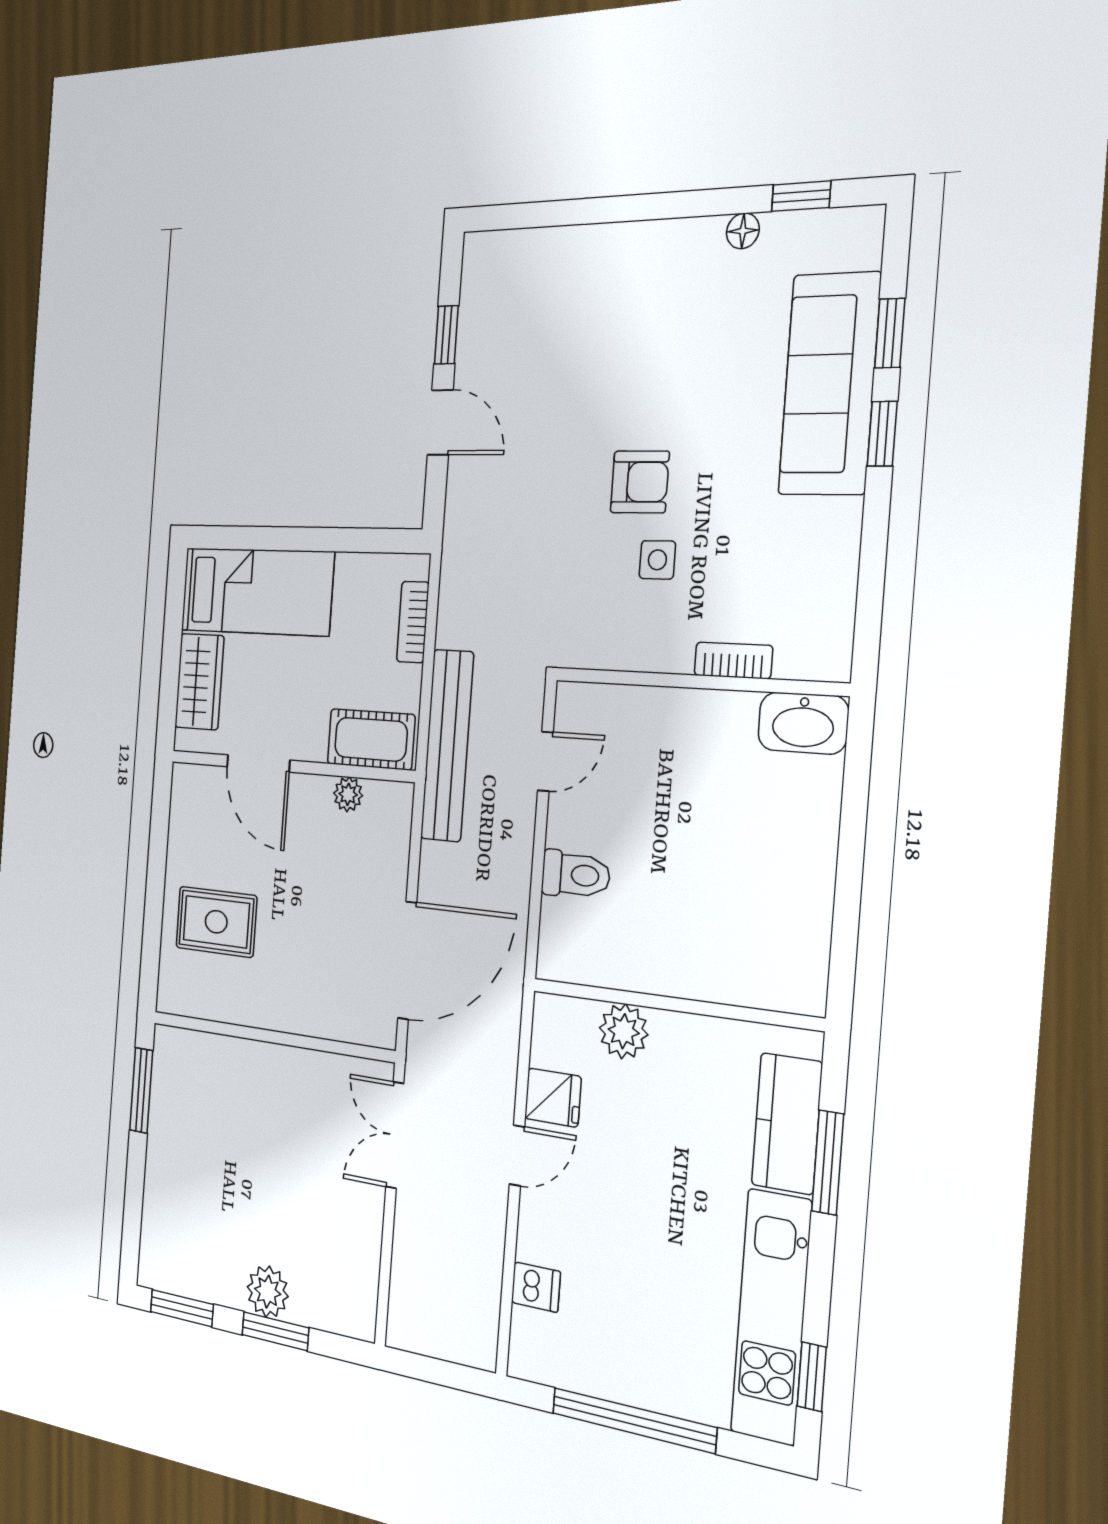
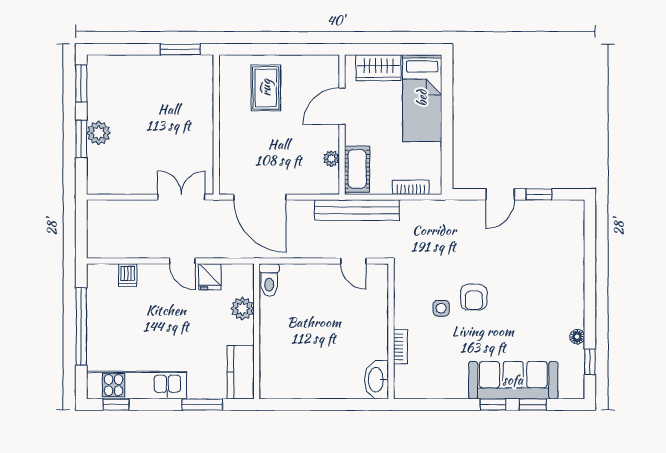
toilet: (576, 875) -> (269, 280), moved
kitchen counter: (787, 1124) -> (241, 372), moved, turned -90

